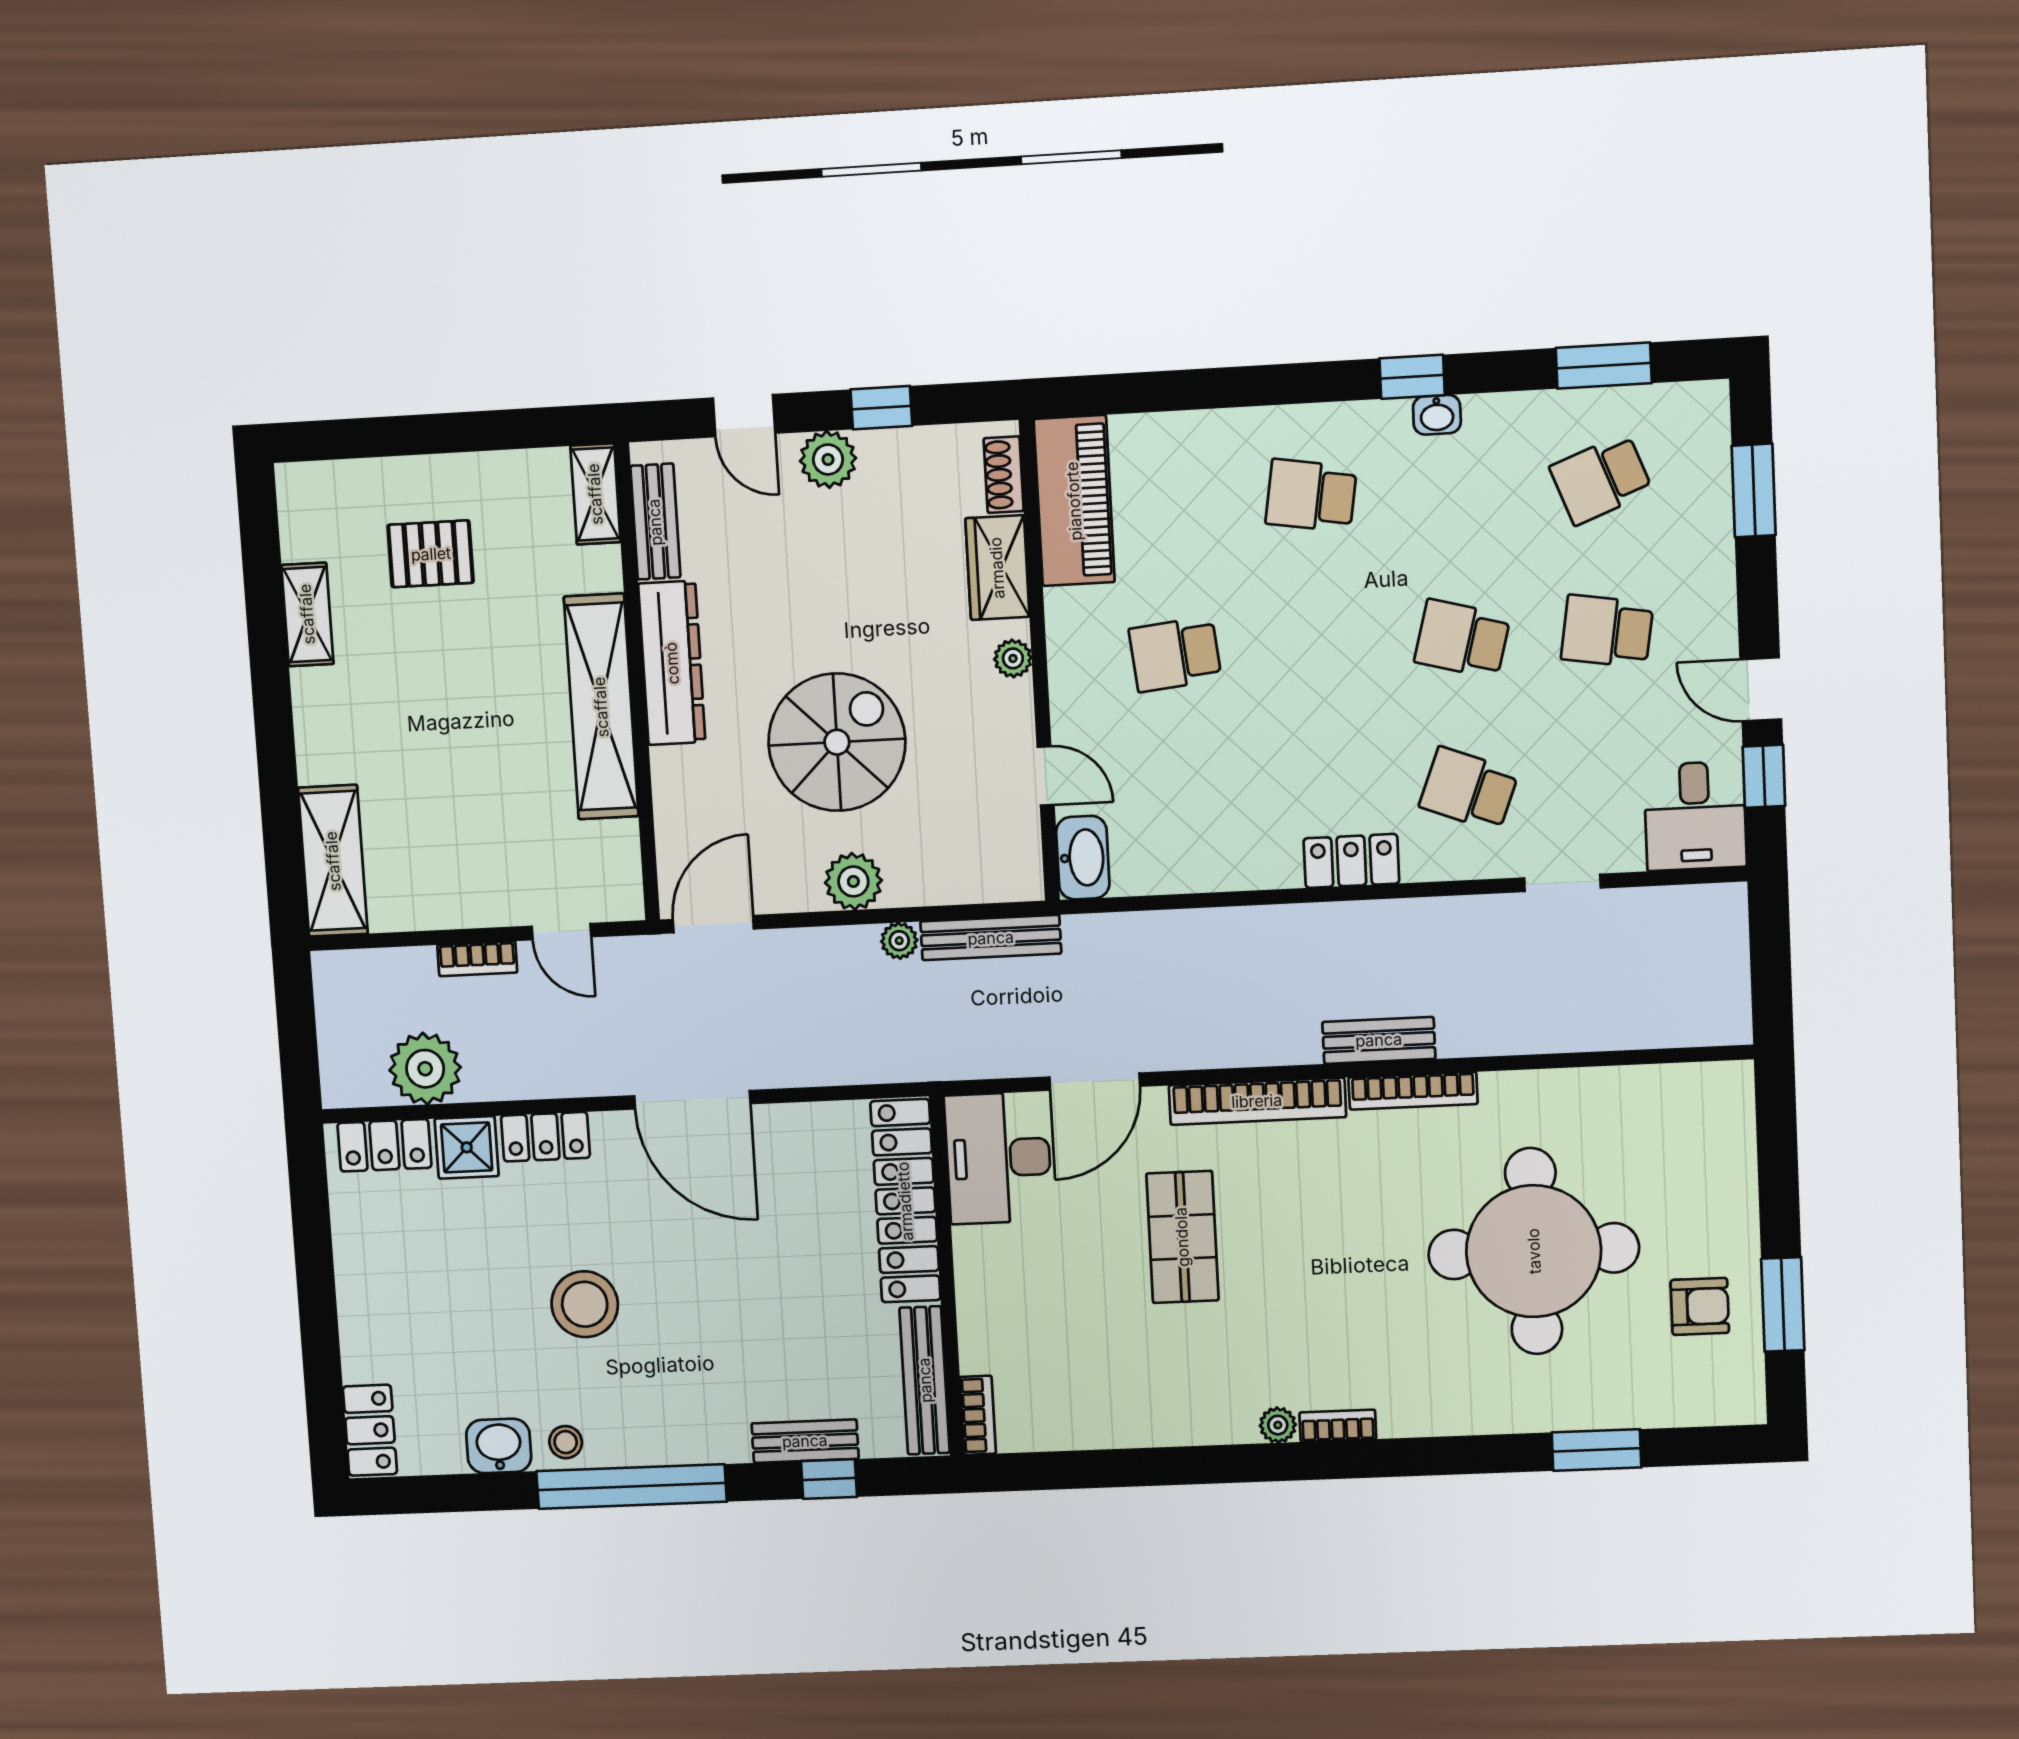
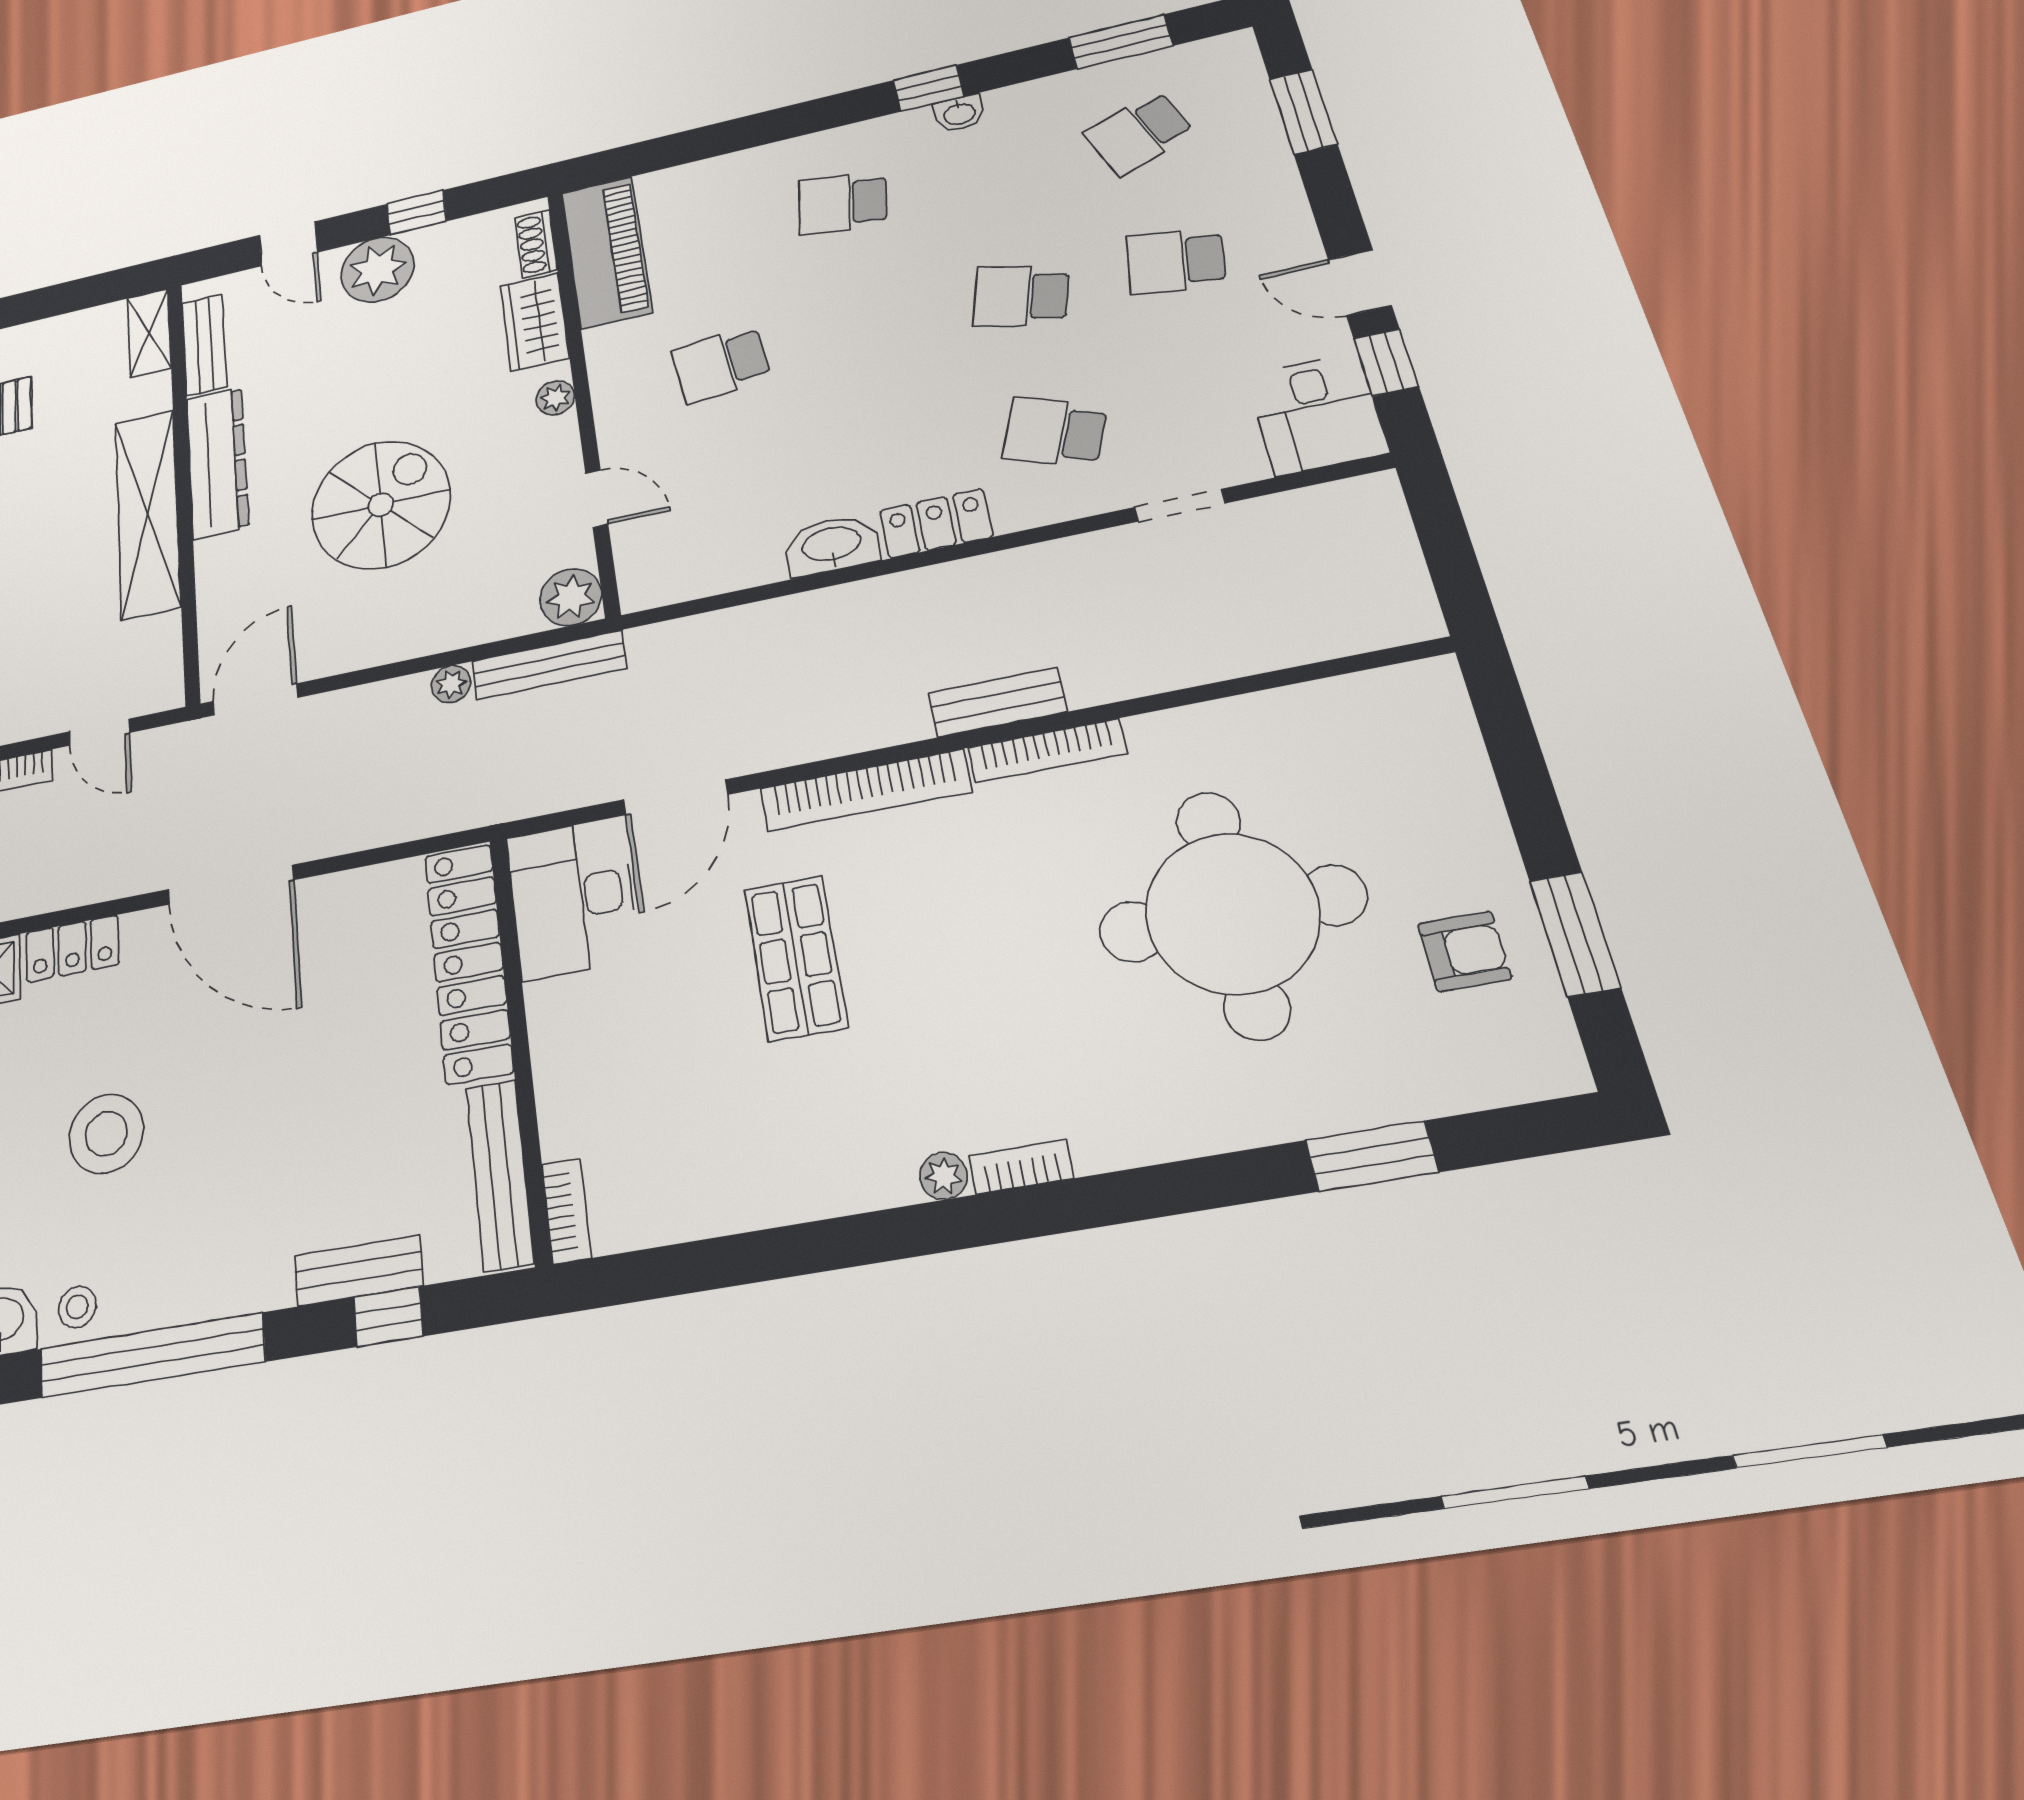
plant: (828, 459) -> (378, 270), width x1.36, depth x1.36
washbasin: (1083, 858) -> (832, 545), moved, turned -90
plant: (853, 881) -> (571, 597), moved

